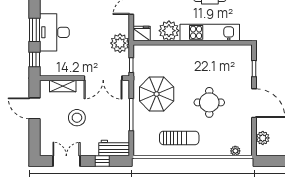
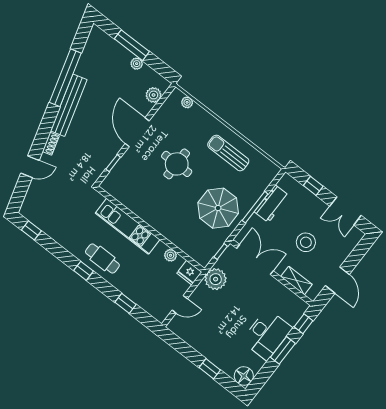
plant: (169, 31) -> (170, 255), width x0.53, depth x0.53
workbench: (114, 148) -> (272, 204), moved, turned -90

